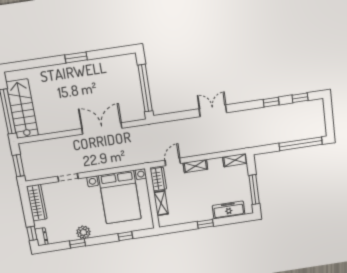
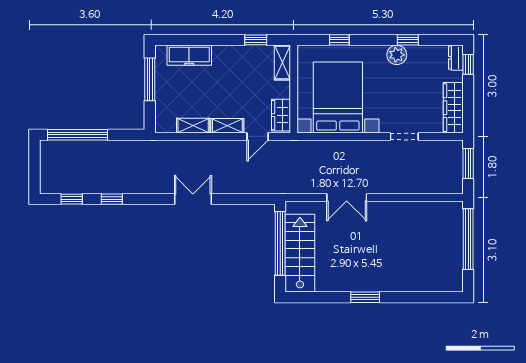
stairs: (22, 109) -> (300, 253), moved, turned 180
double door: (213, 111) -> (193, 199), swing flipped
double door: (102, 128) -> (347, 197), width x0.73
shelving: (235, 160) -> (193, 126), moved
shelving: (161, 203) -> (282, 63), moved
window: (205, 224) -> (256, 40), moved

